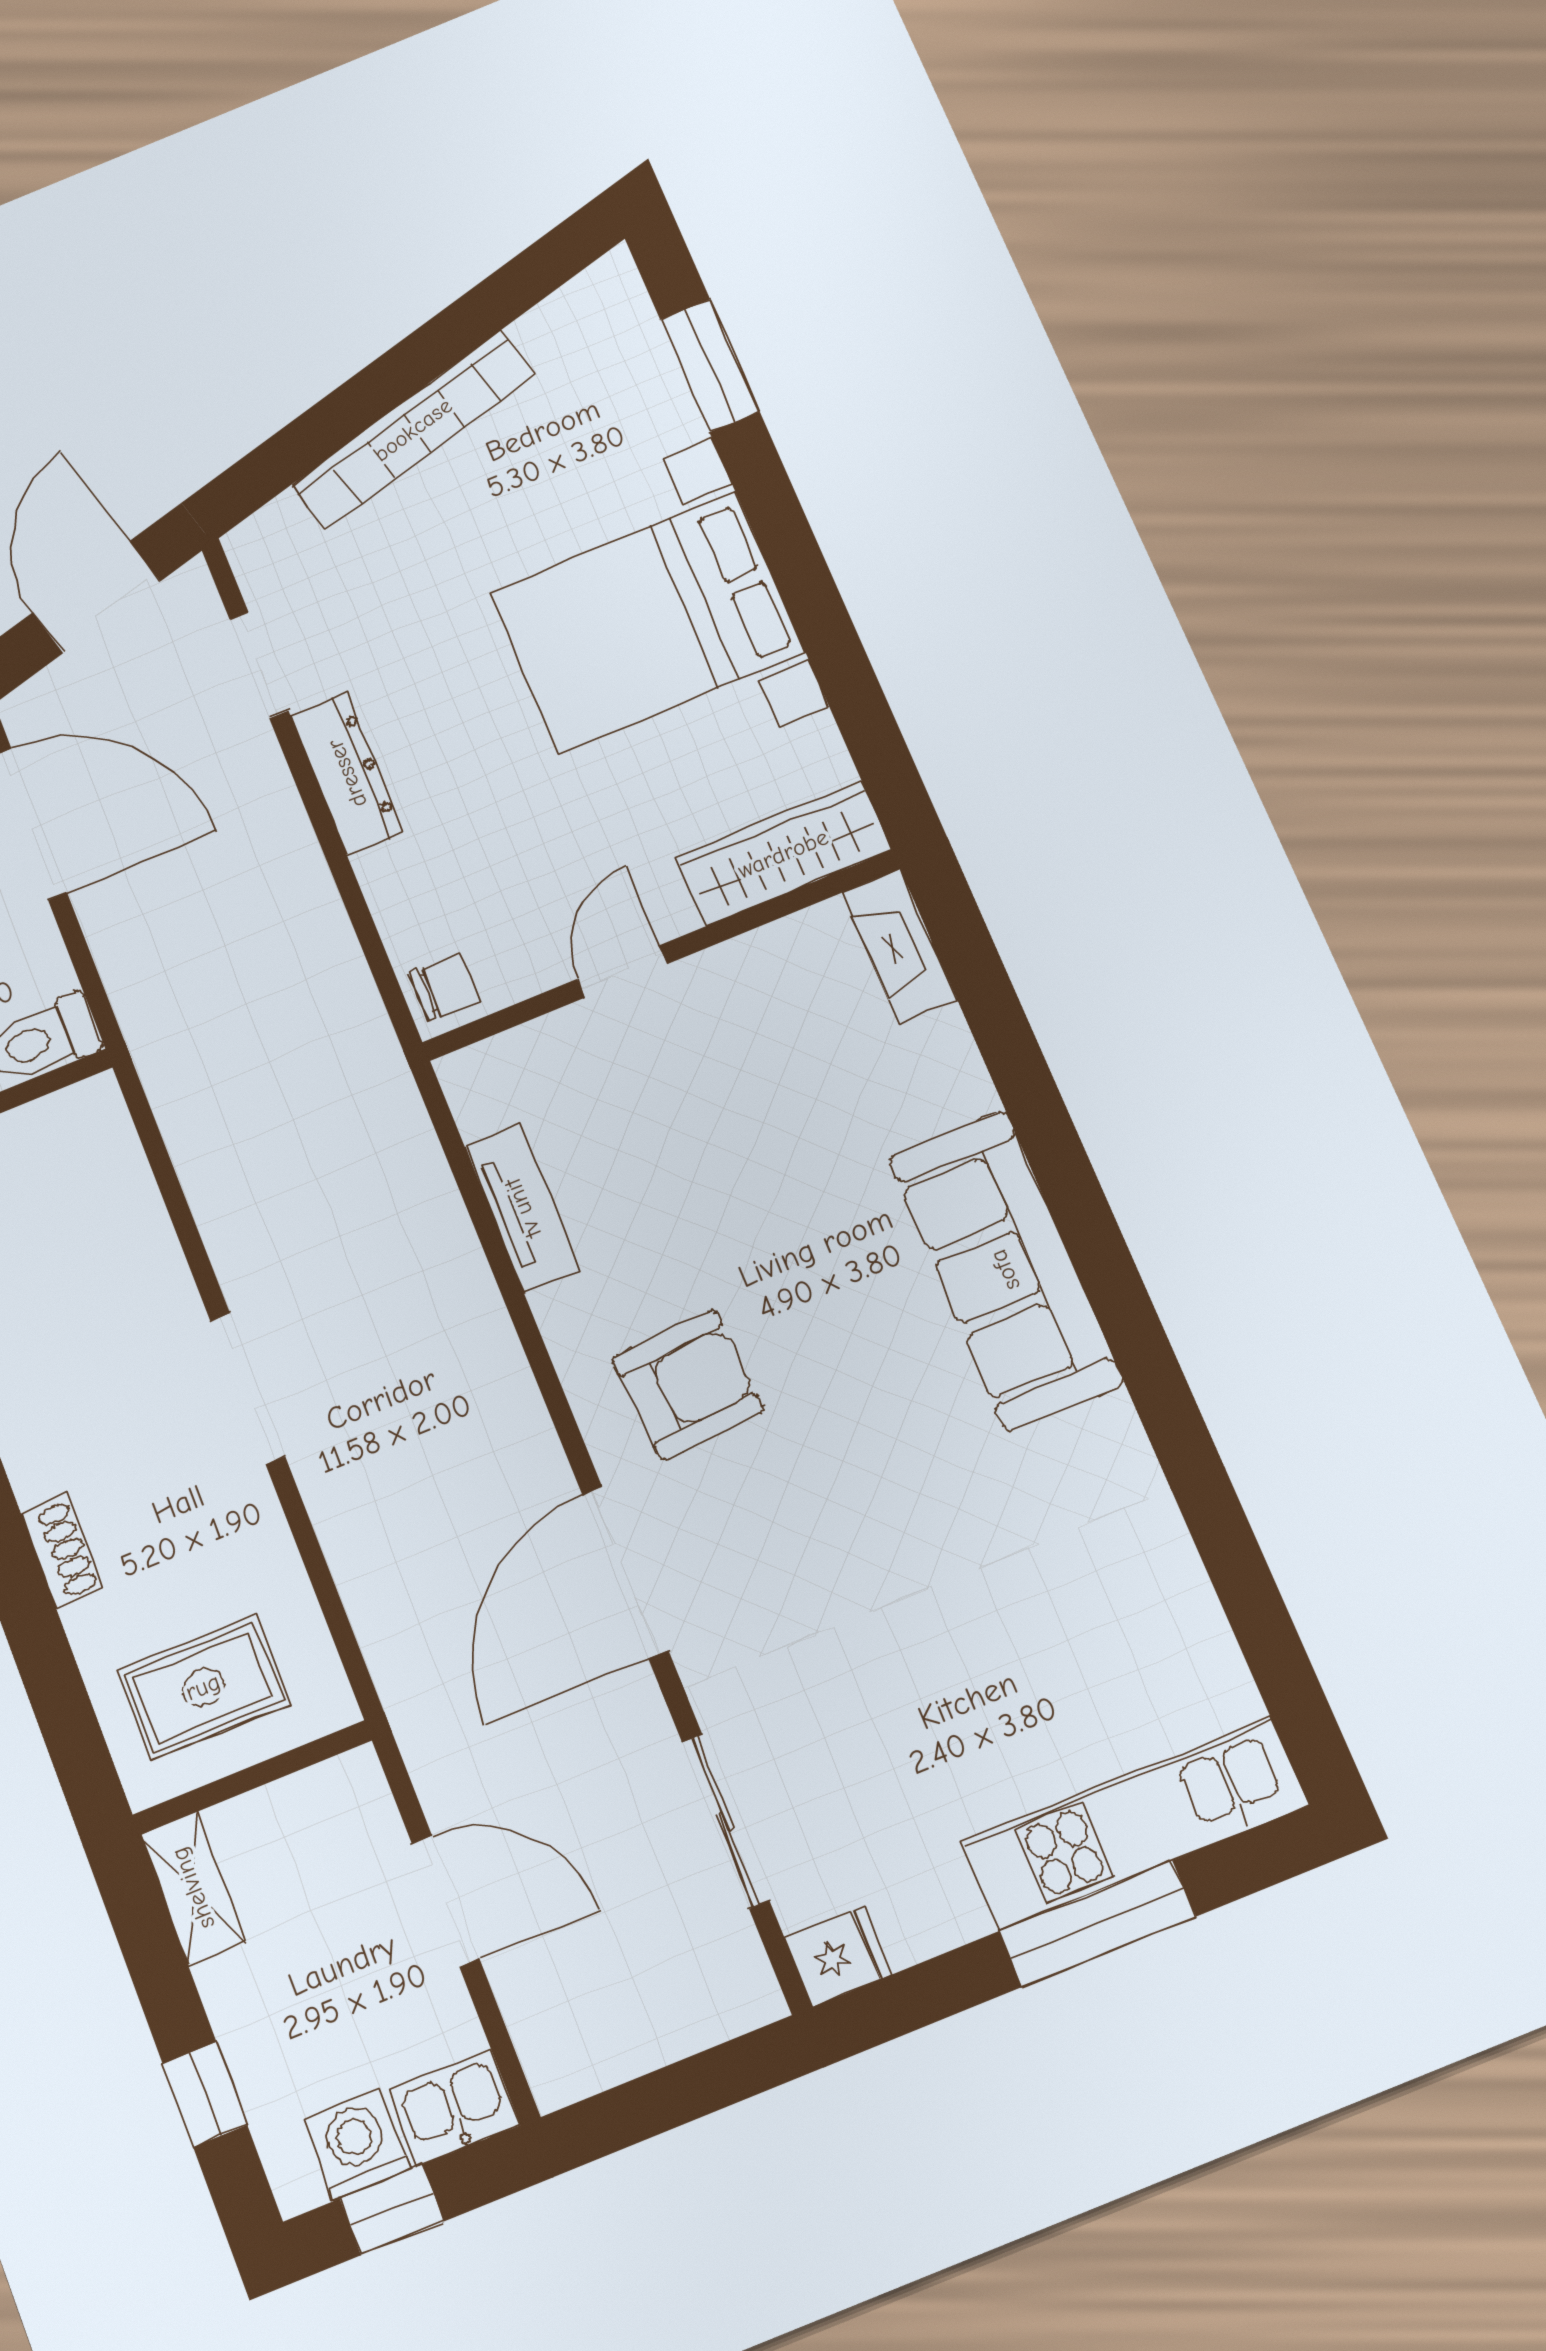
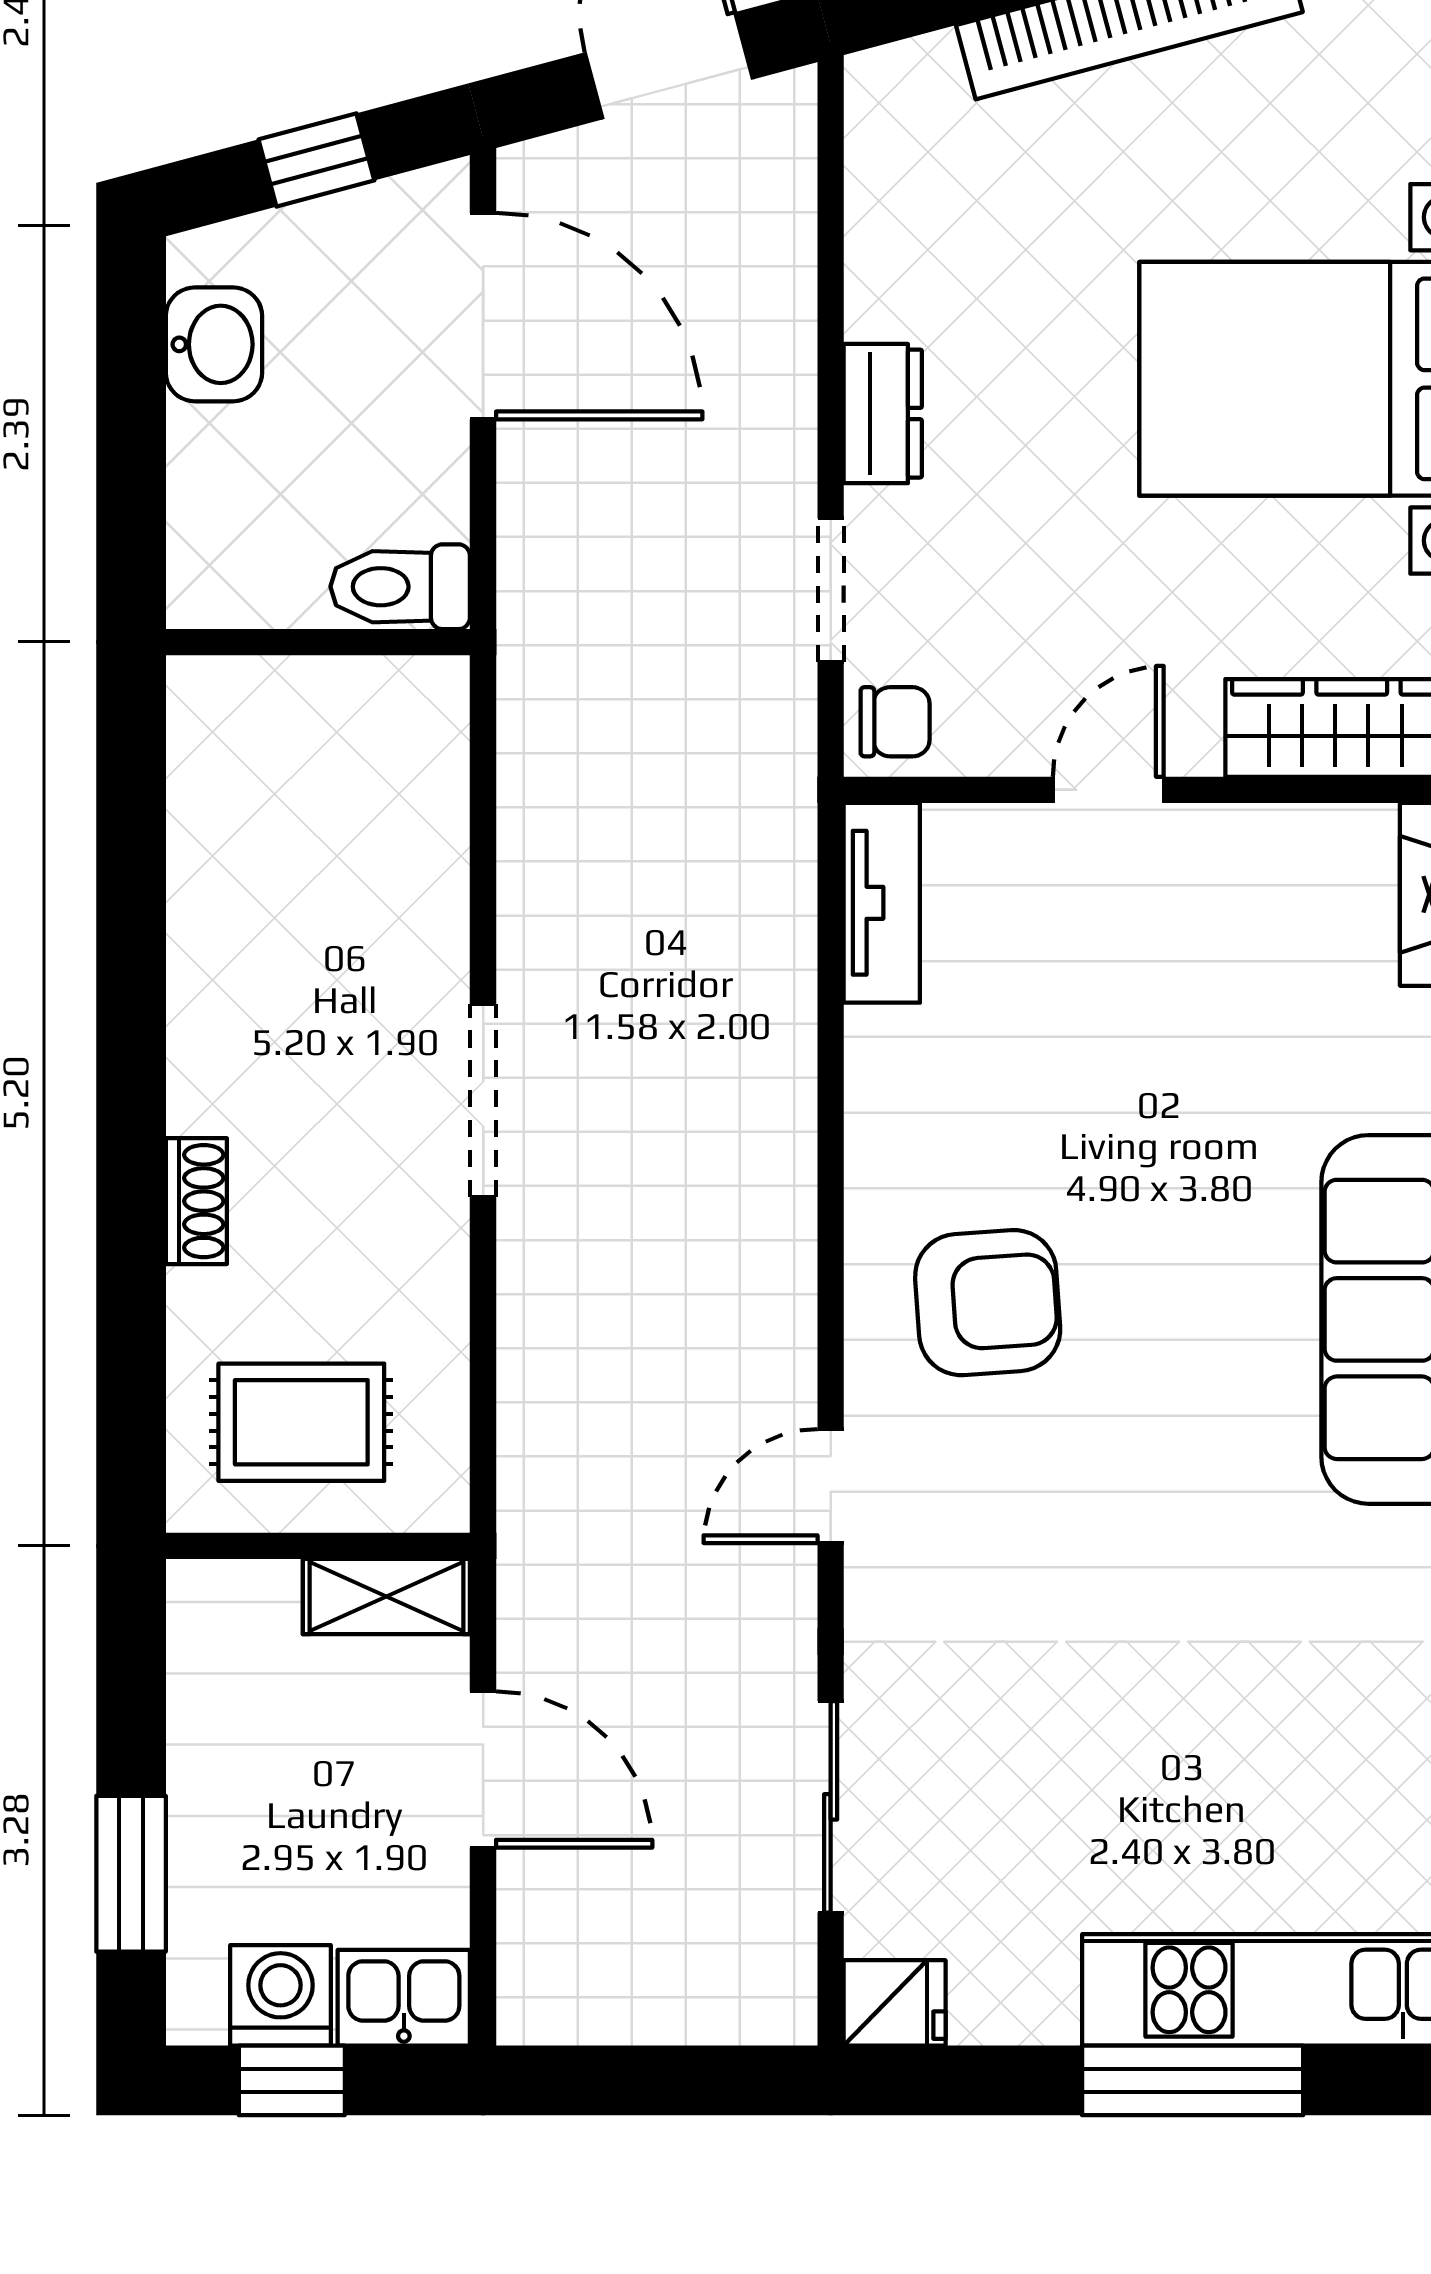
doorway: (259, 665) -> (831, 590), moved
dresser: (347, 773) -> (883, 414), width x0.70
tv unit: (523, 1208) -> (882, 903), moved
door: (625, 1572) -> (831, 1486), width x0.53
shelving: (193, 1888) -> (386, 1597), moved, turned 90
window: (205, 2094) -> (131, 1874), width x1.50

